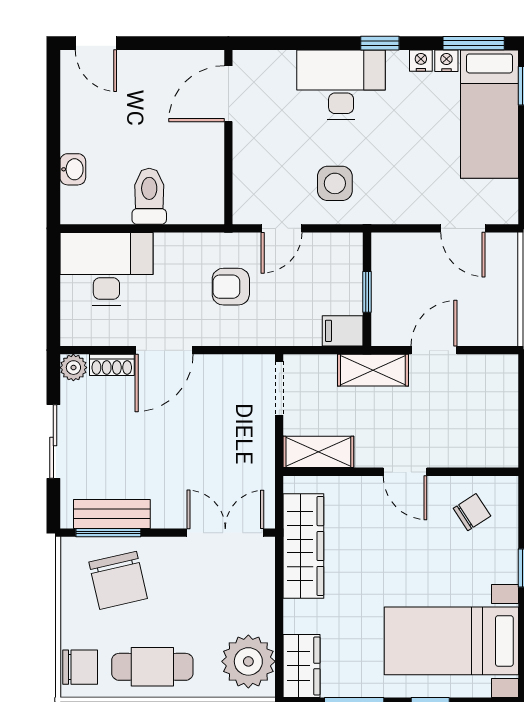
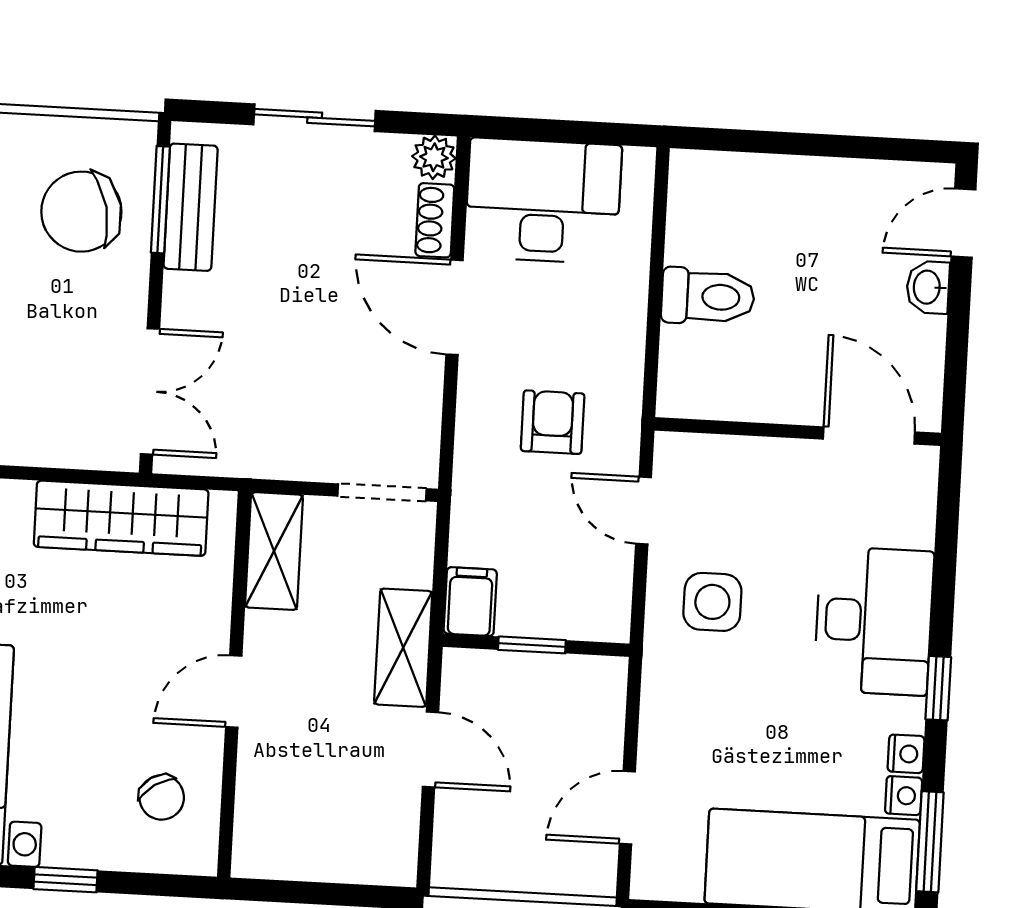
washbasin: (73, 169) -> (928, 287), moved, turned 90
desk: (106, 269) -> (543, 201), moved, turned -90

